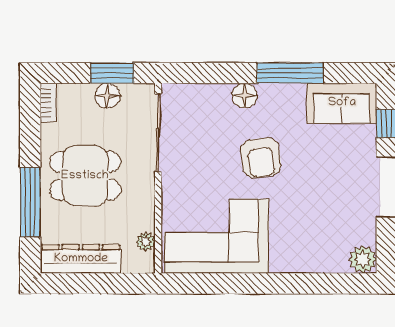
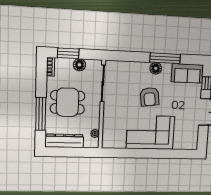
window: (112, 73) -> (68, 53), moved
floor lamp: (245, 96) -> (156, 68), moved
corner sofa: (217, 236) -> (150, 132), moved
plant: (363, 259) -> (192, 144), removed

